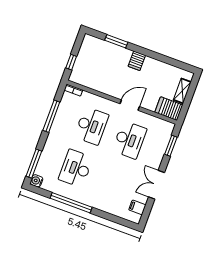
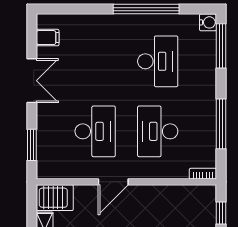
desk: (129, 140) -> (95, 131), turned 180

